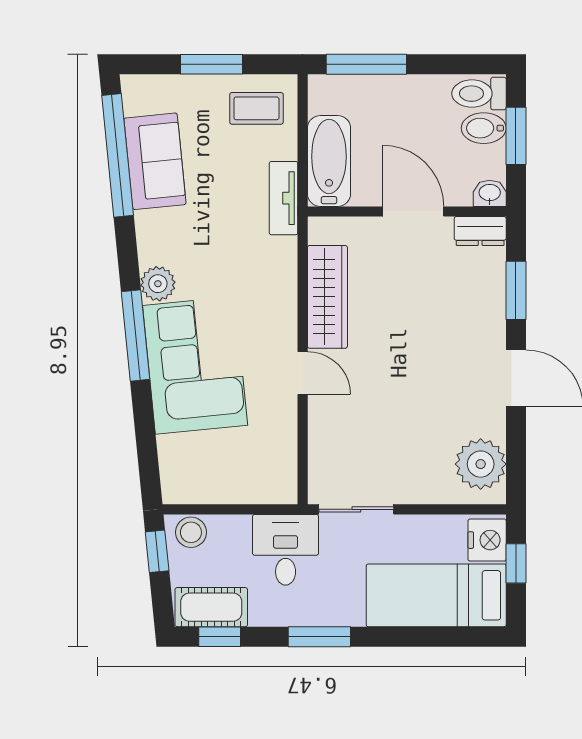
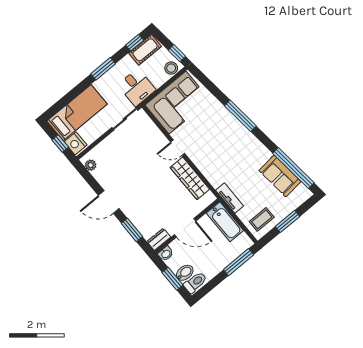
plant: (158, 284) -> (247, 138), removed
corner sofa: (195, 365) -> (177, 103), moved, turned -84
plant: (481, 464) -> (91, 165), width x0.53, depth x0.53

